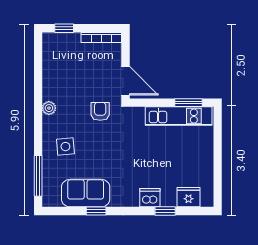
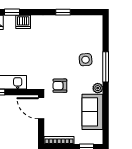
armchair: (100, 111) -> (60, 86), turned 90
window: (38, 176) -> (106, 67), moved
sofa: (86, 193) -> (92, 112), moved, turned 90

